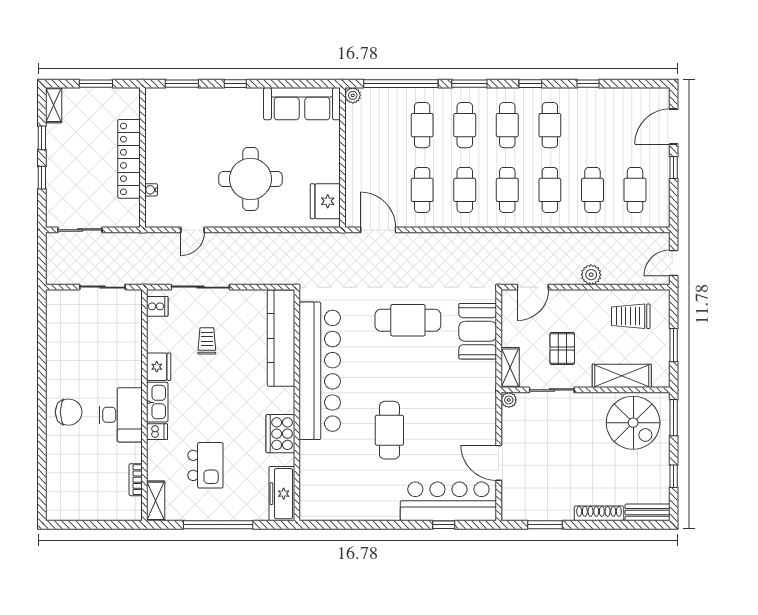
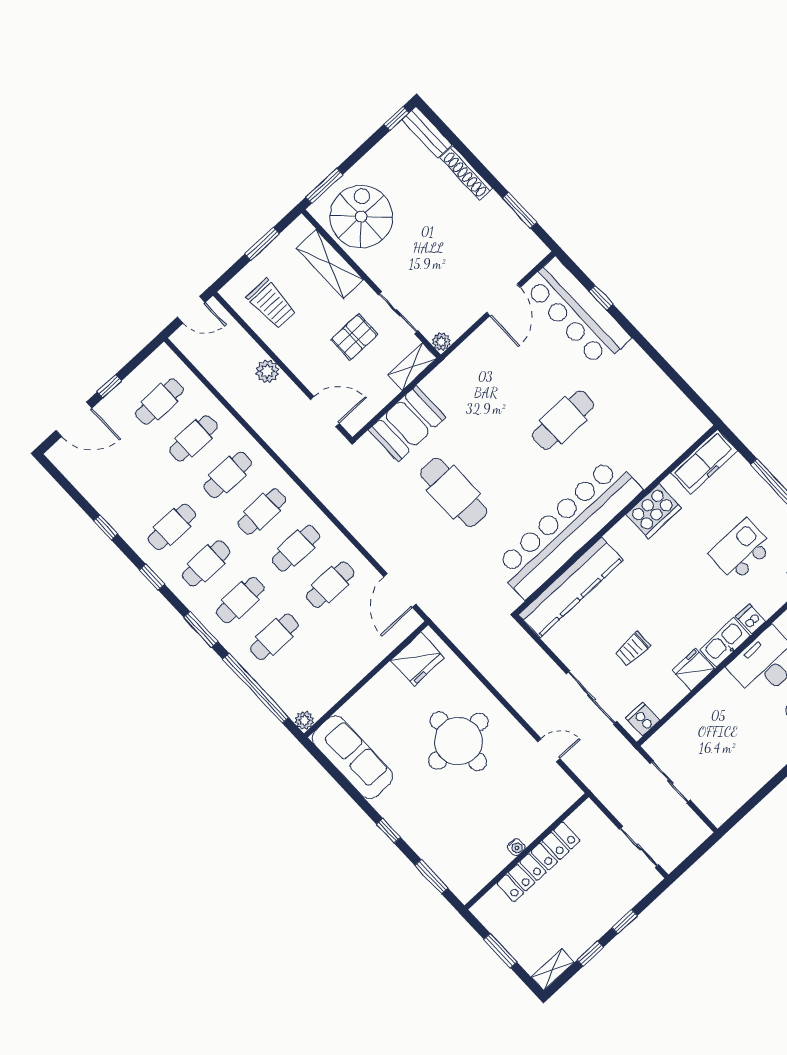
water cooler: (151, 190) -> (516, 847), moved
window: (674, 476) -> (397, 118), moved

